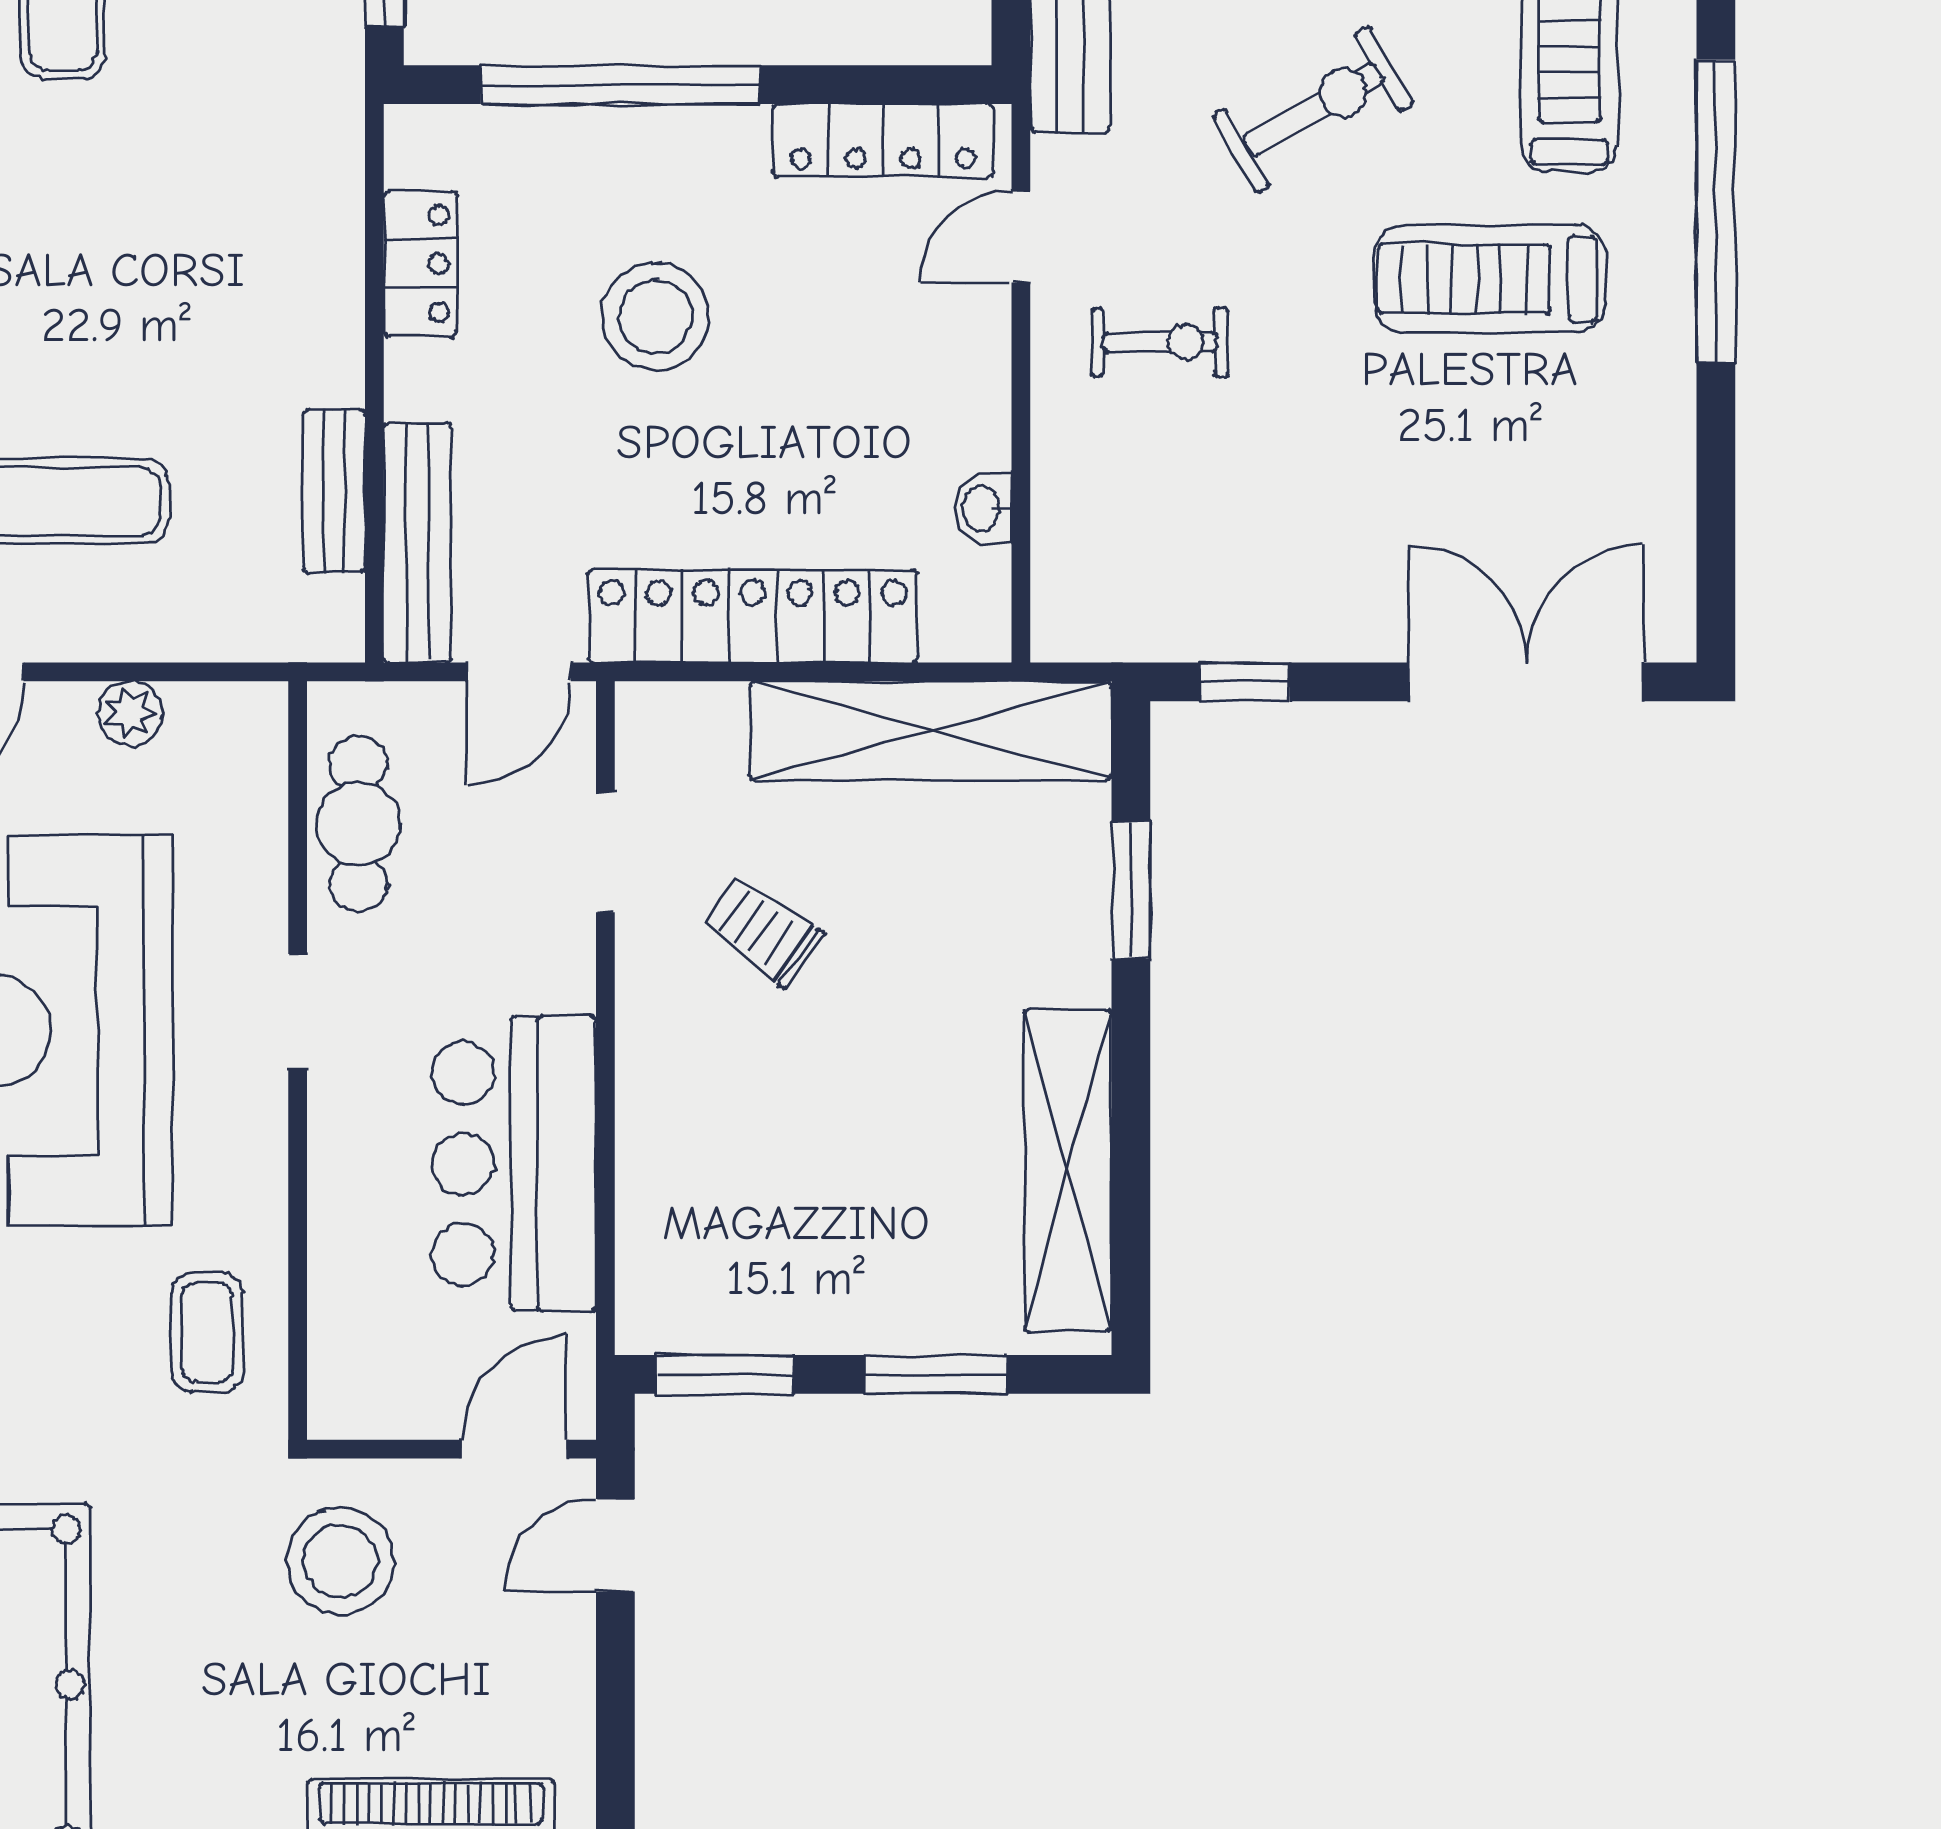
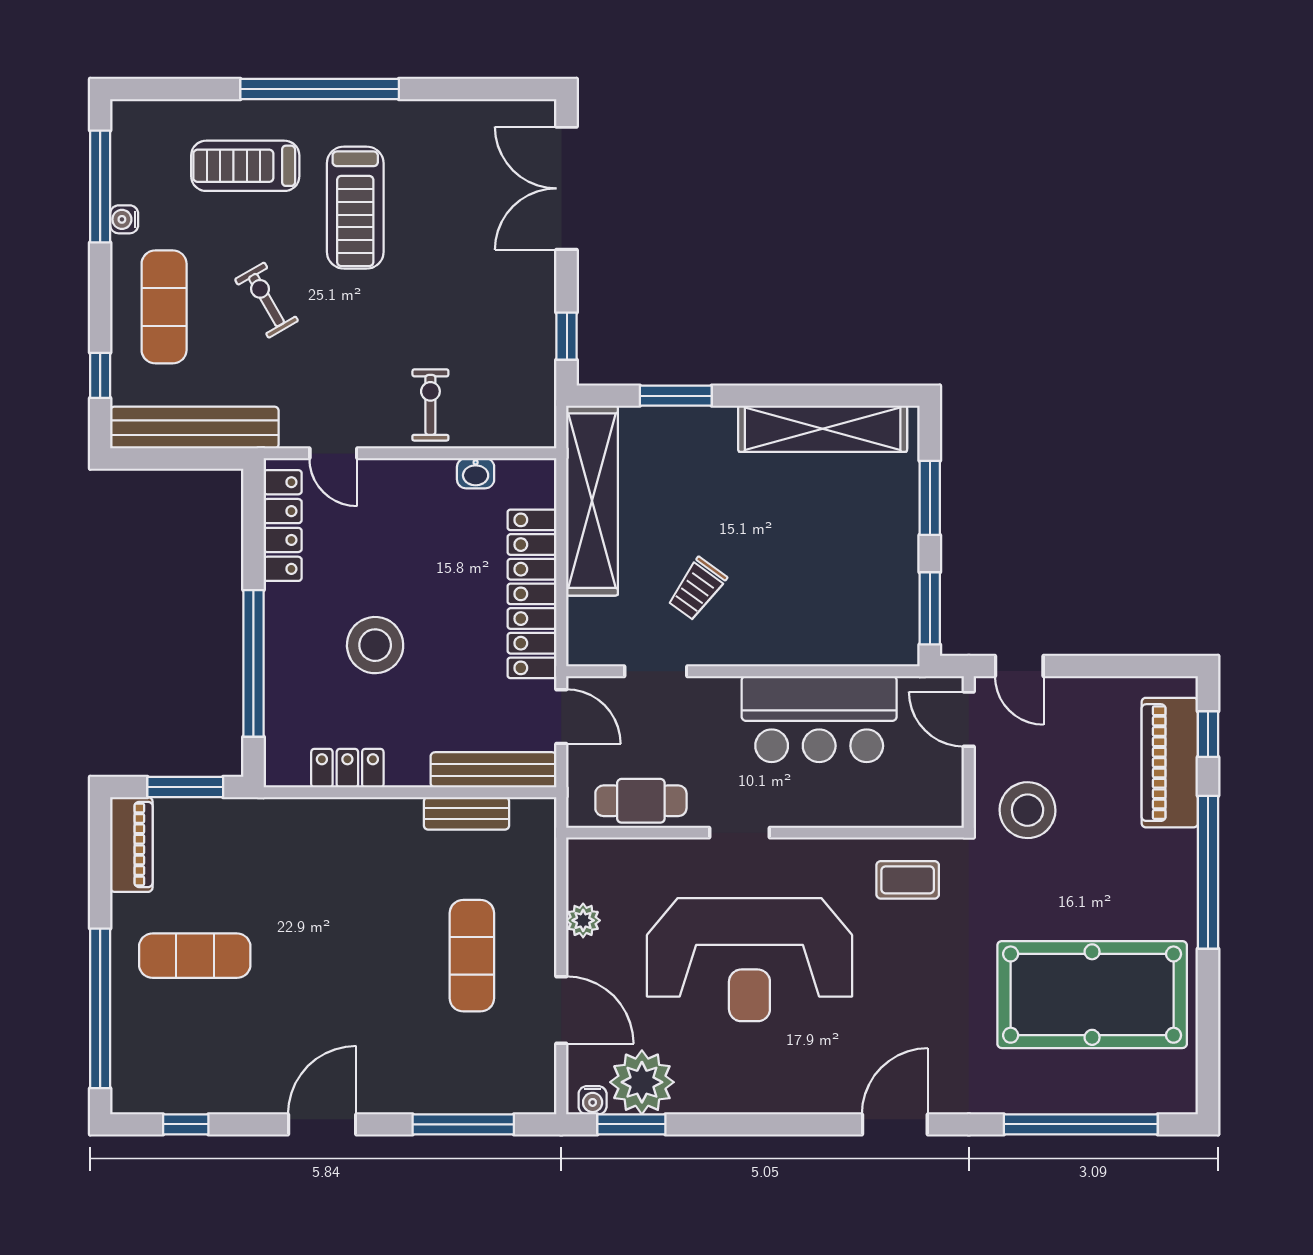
exercise bike: (1313, 109) -> (266, 300), width x0.73, depth x0.72
exercise bike: (1160, 342) -> (430, 405), moved

